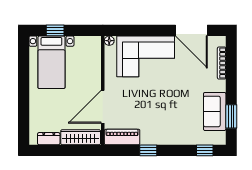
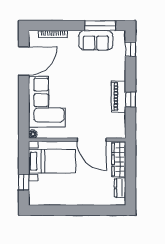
bed with nightstands: (51, 62) -> (52, 161), moved
window: (231, 116) -> (100, 26), width x1.44
piano: (122, 137) -> (119, 96), moved

